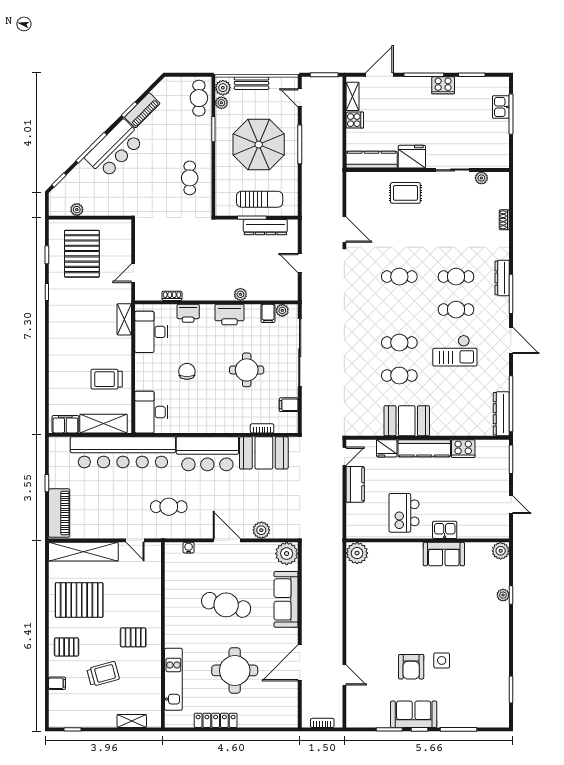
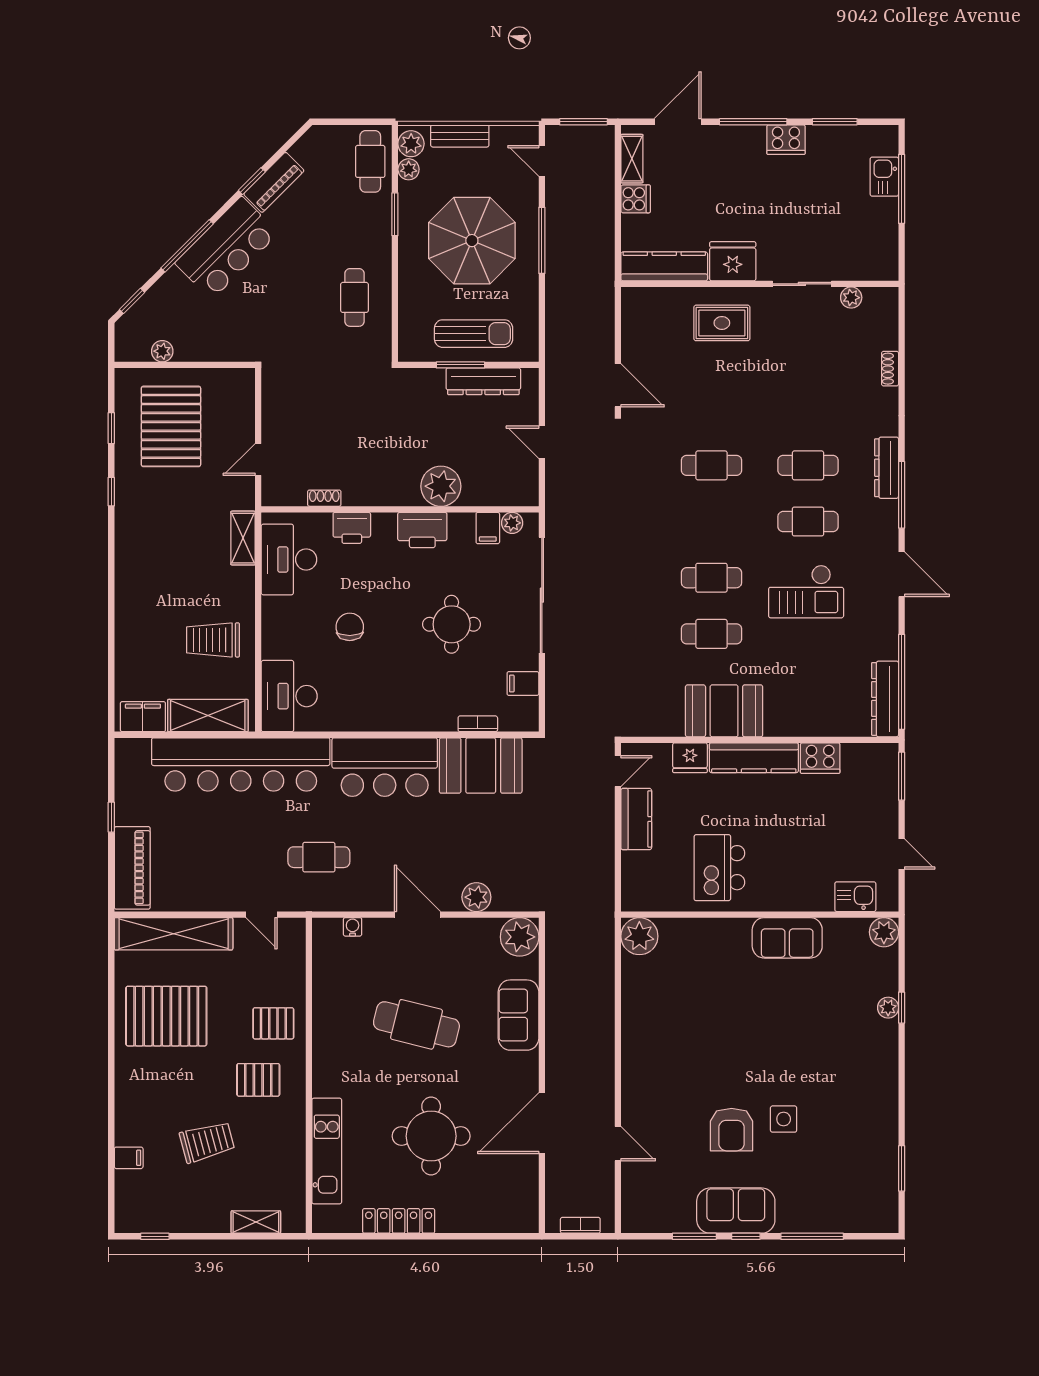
plant: (240, 294) -> (441, 486), width x1.88, depth x1.88
kitchen sink: (445, 530) -> (855, 897), moved
sofa: (286, 599) -> (519, 1015), width x0.73
pallet: (67, 647) -> (273, 1023), moved

